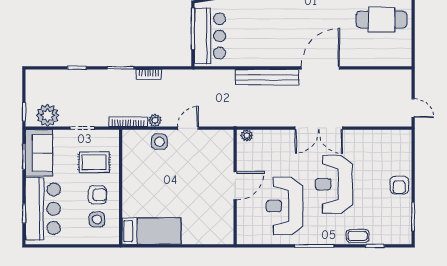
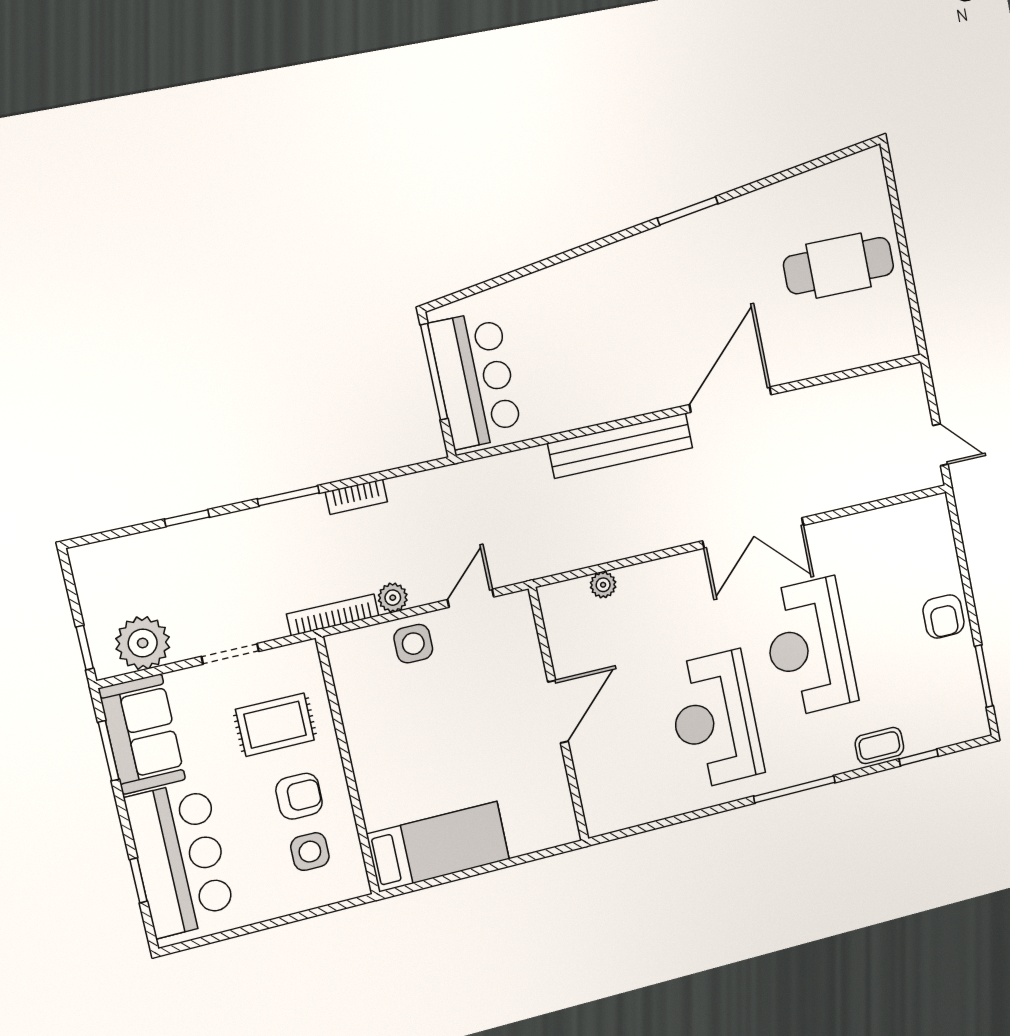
door: (235, 186) -> (558, 712), moved
wall: (235, 187) -> (559, 714), moved

